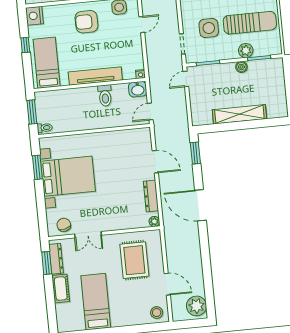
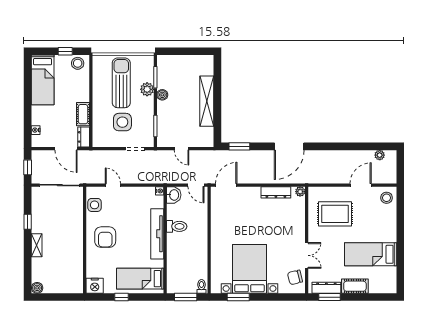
door: (186, 79) -> (182, 149), moved
door: (155, 162) -> (226, 185), moved
plant: (196, 306) -> (380, 155), width x0.53, depth x0.53

